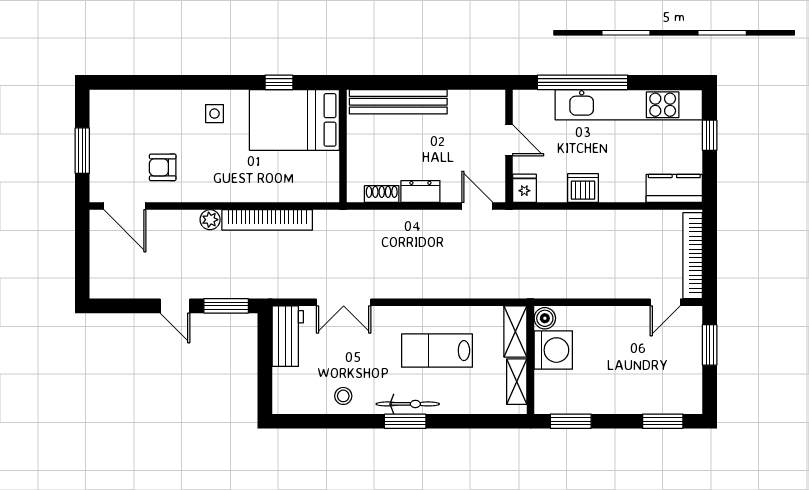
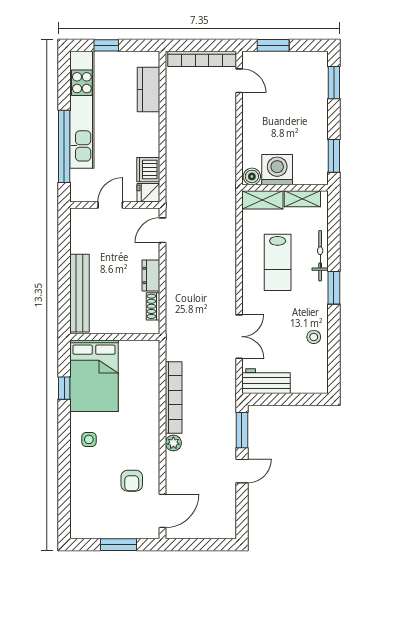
dishwasher: (583, 188) -> (148, 170), moved
kitchen counter: (674, 188) -> (149, 90), moved
bicycle: (408, 404) -> (320, 256), moved

